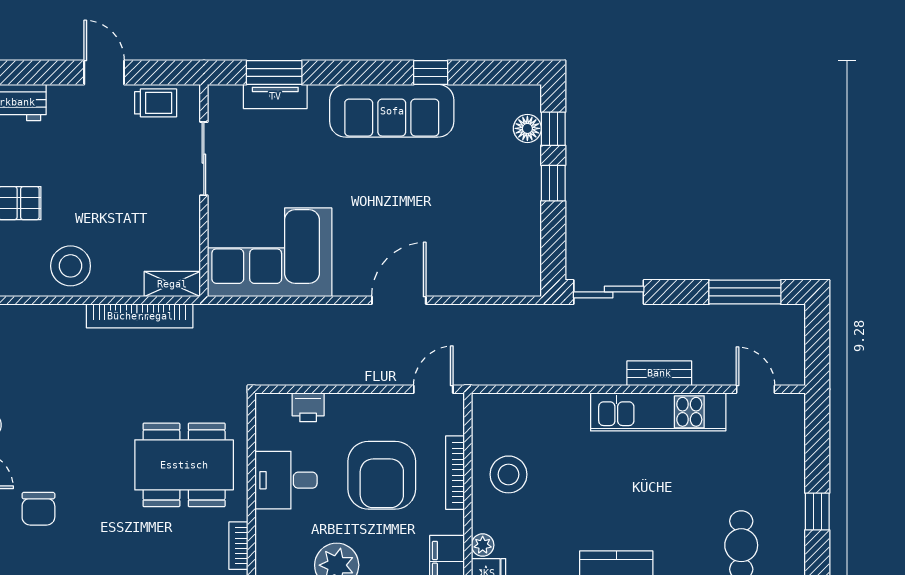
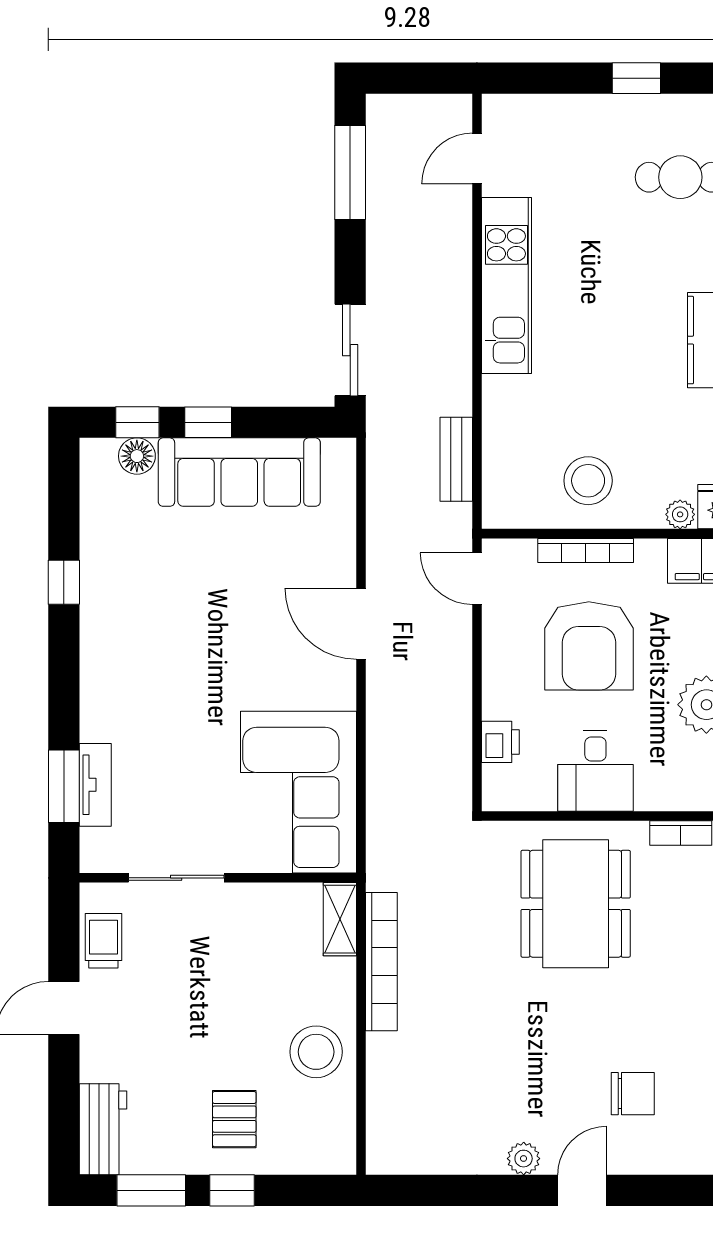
sofa: (392, 111) -> (239, 472), moved, turned 90
bench: (659, 373) -> (456, 459), moved
armchair: (382, 475) -> (589, 646), turned 90

